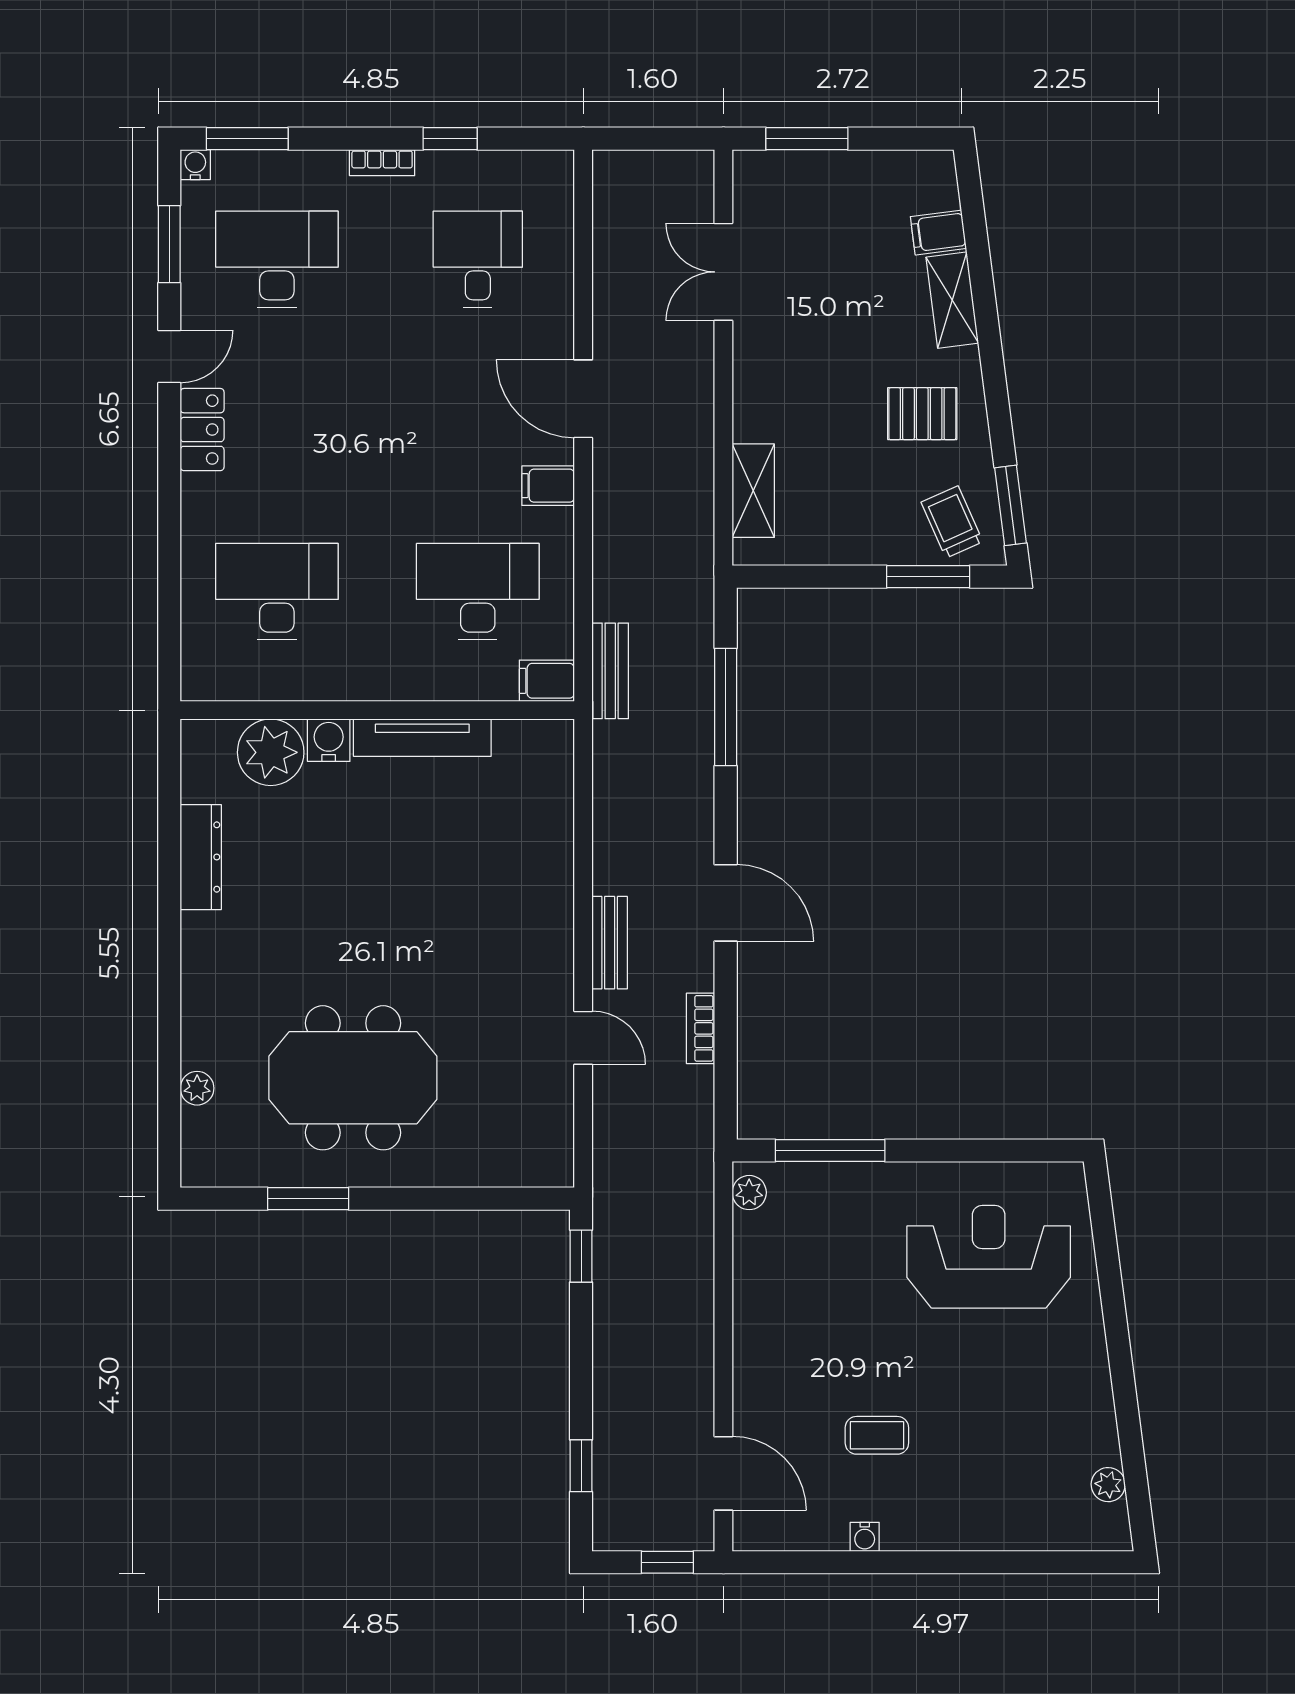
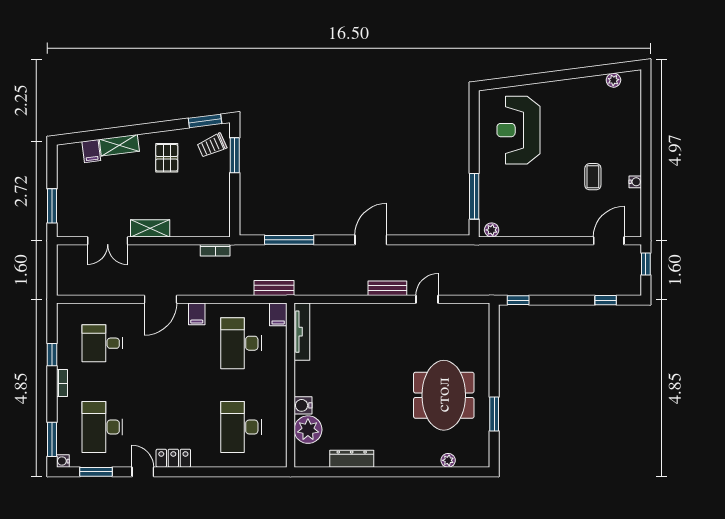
shelving: (753, 491) -> (150, 228), moved
tv unit: (422, 738) -> (302, 332), moved
bookcase: (701, 1028) -> (215, 250), moved

